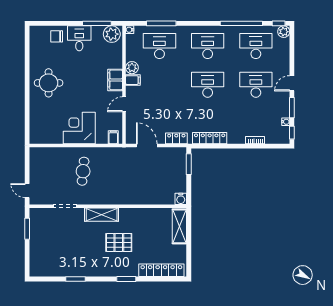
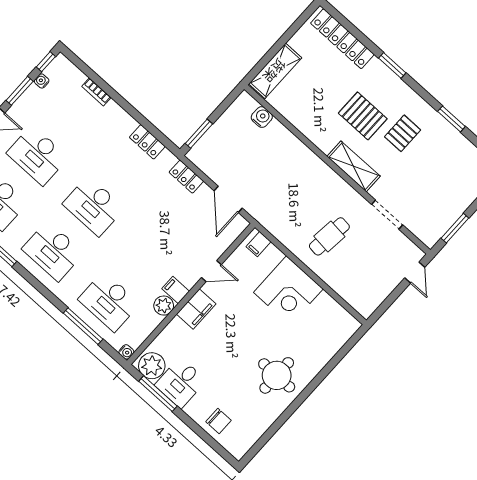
desk: (79, 38) -> (181, 383), moved
locker: (210, 138) -> (147, 142), width x0.66
water cooler: (181, 199) -> (262, 117), moved
pallet: (92, 251) -> (403, 133), added

